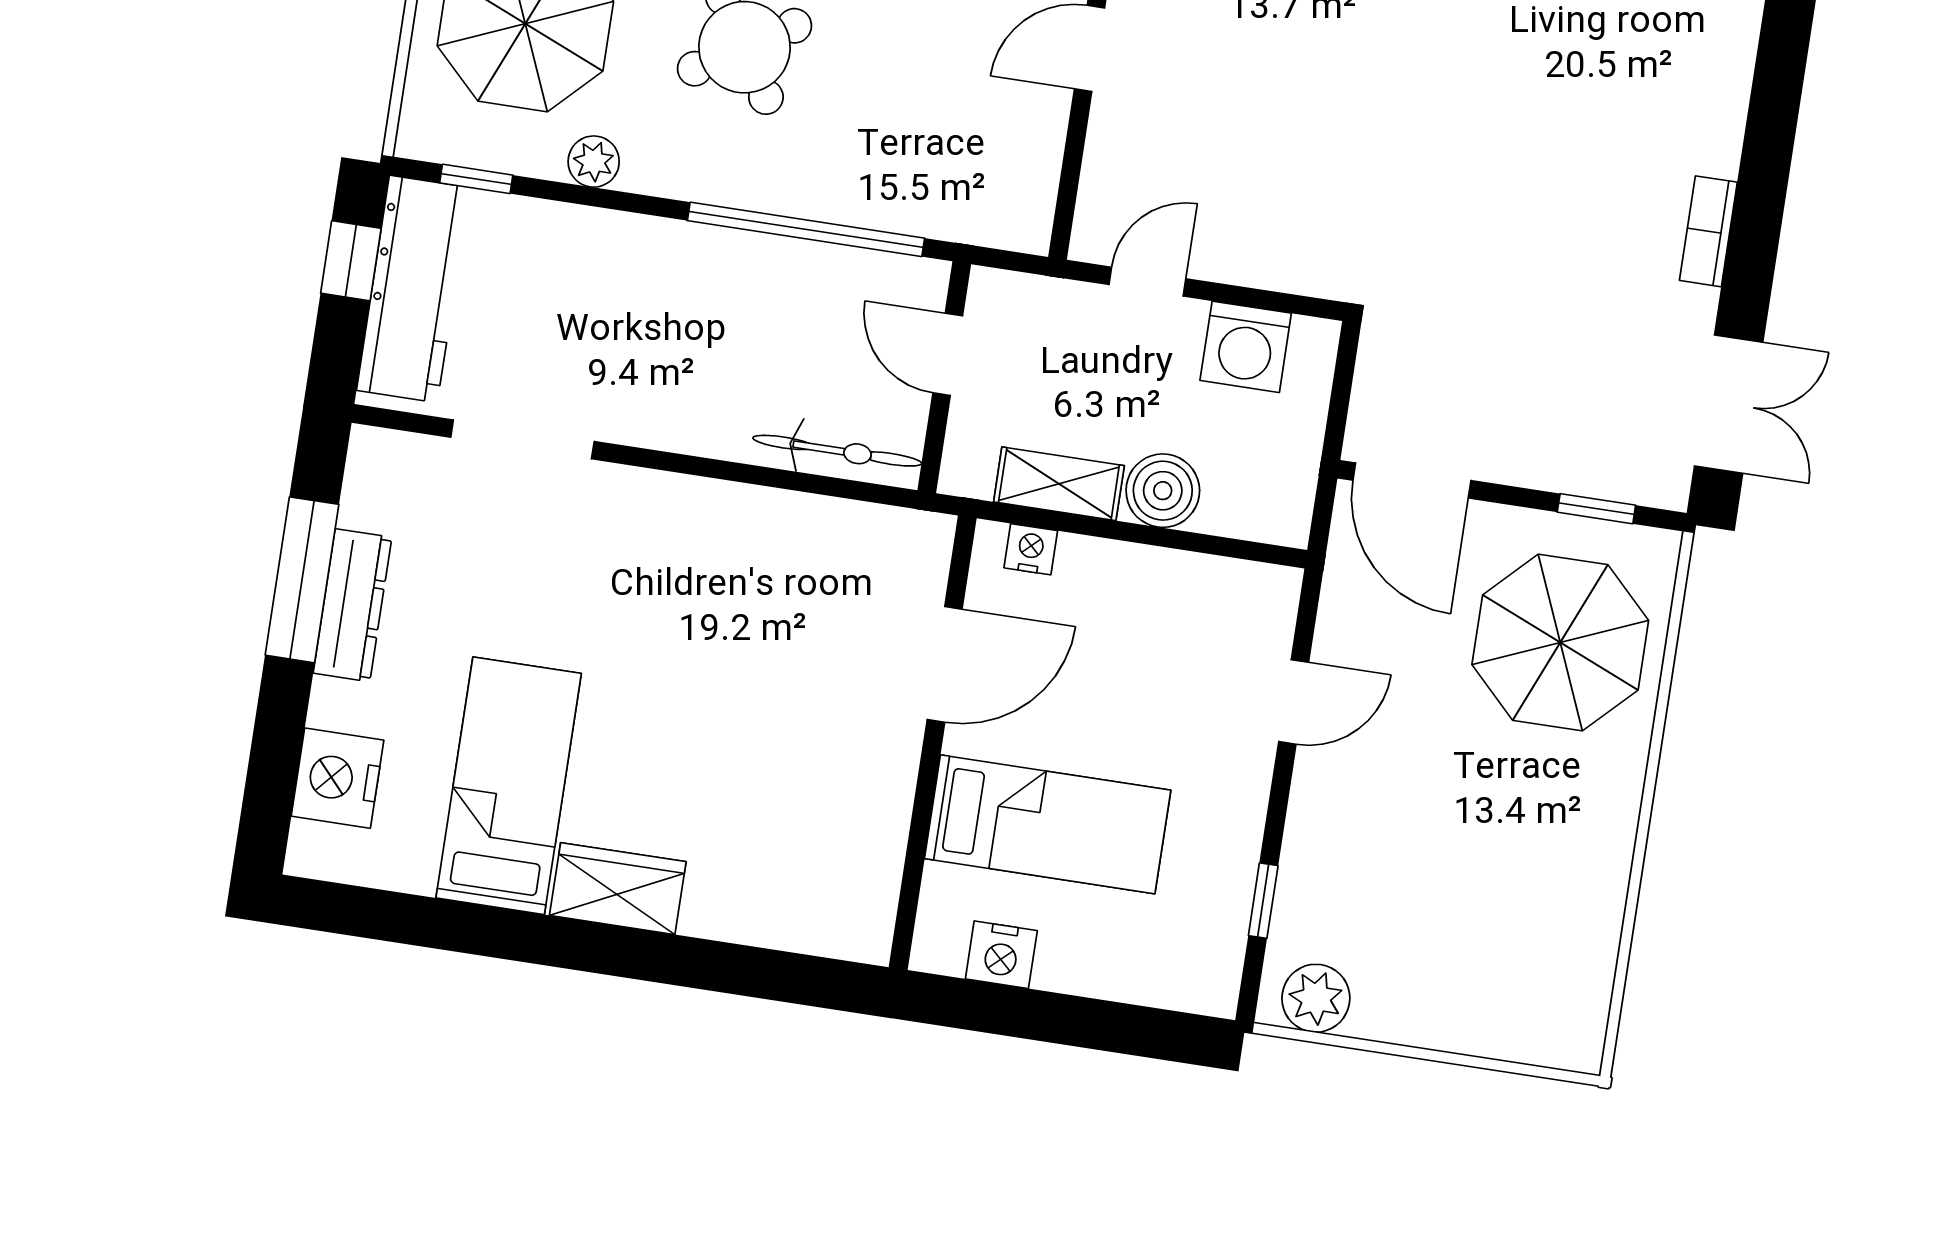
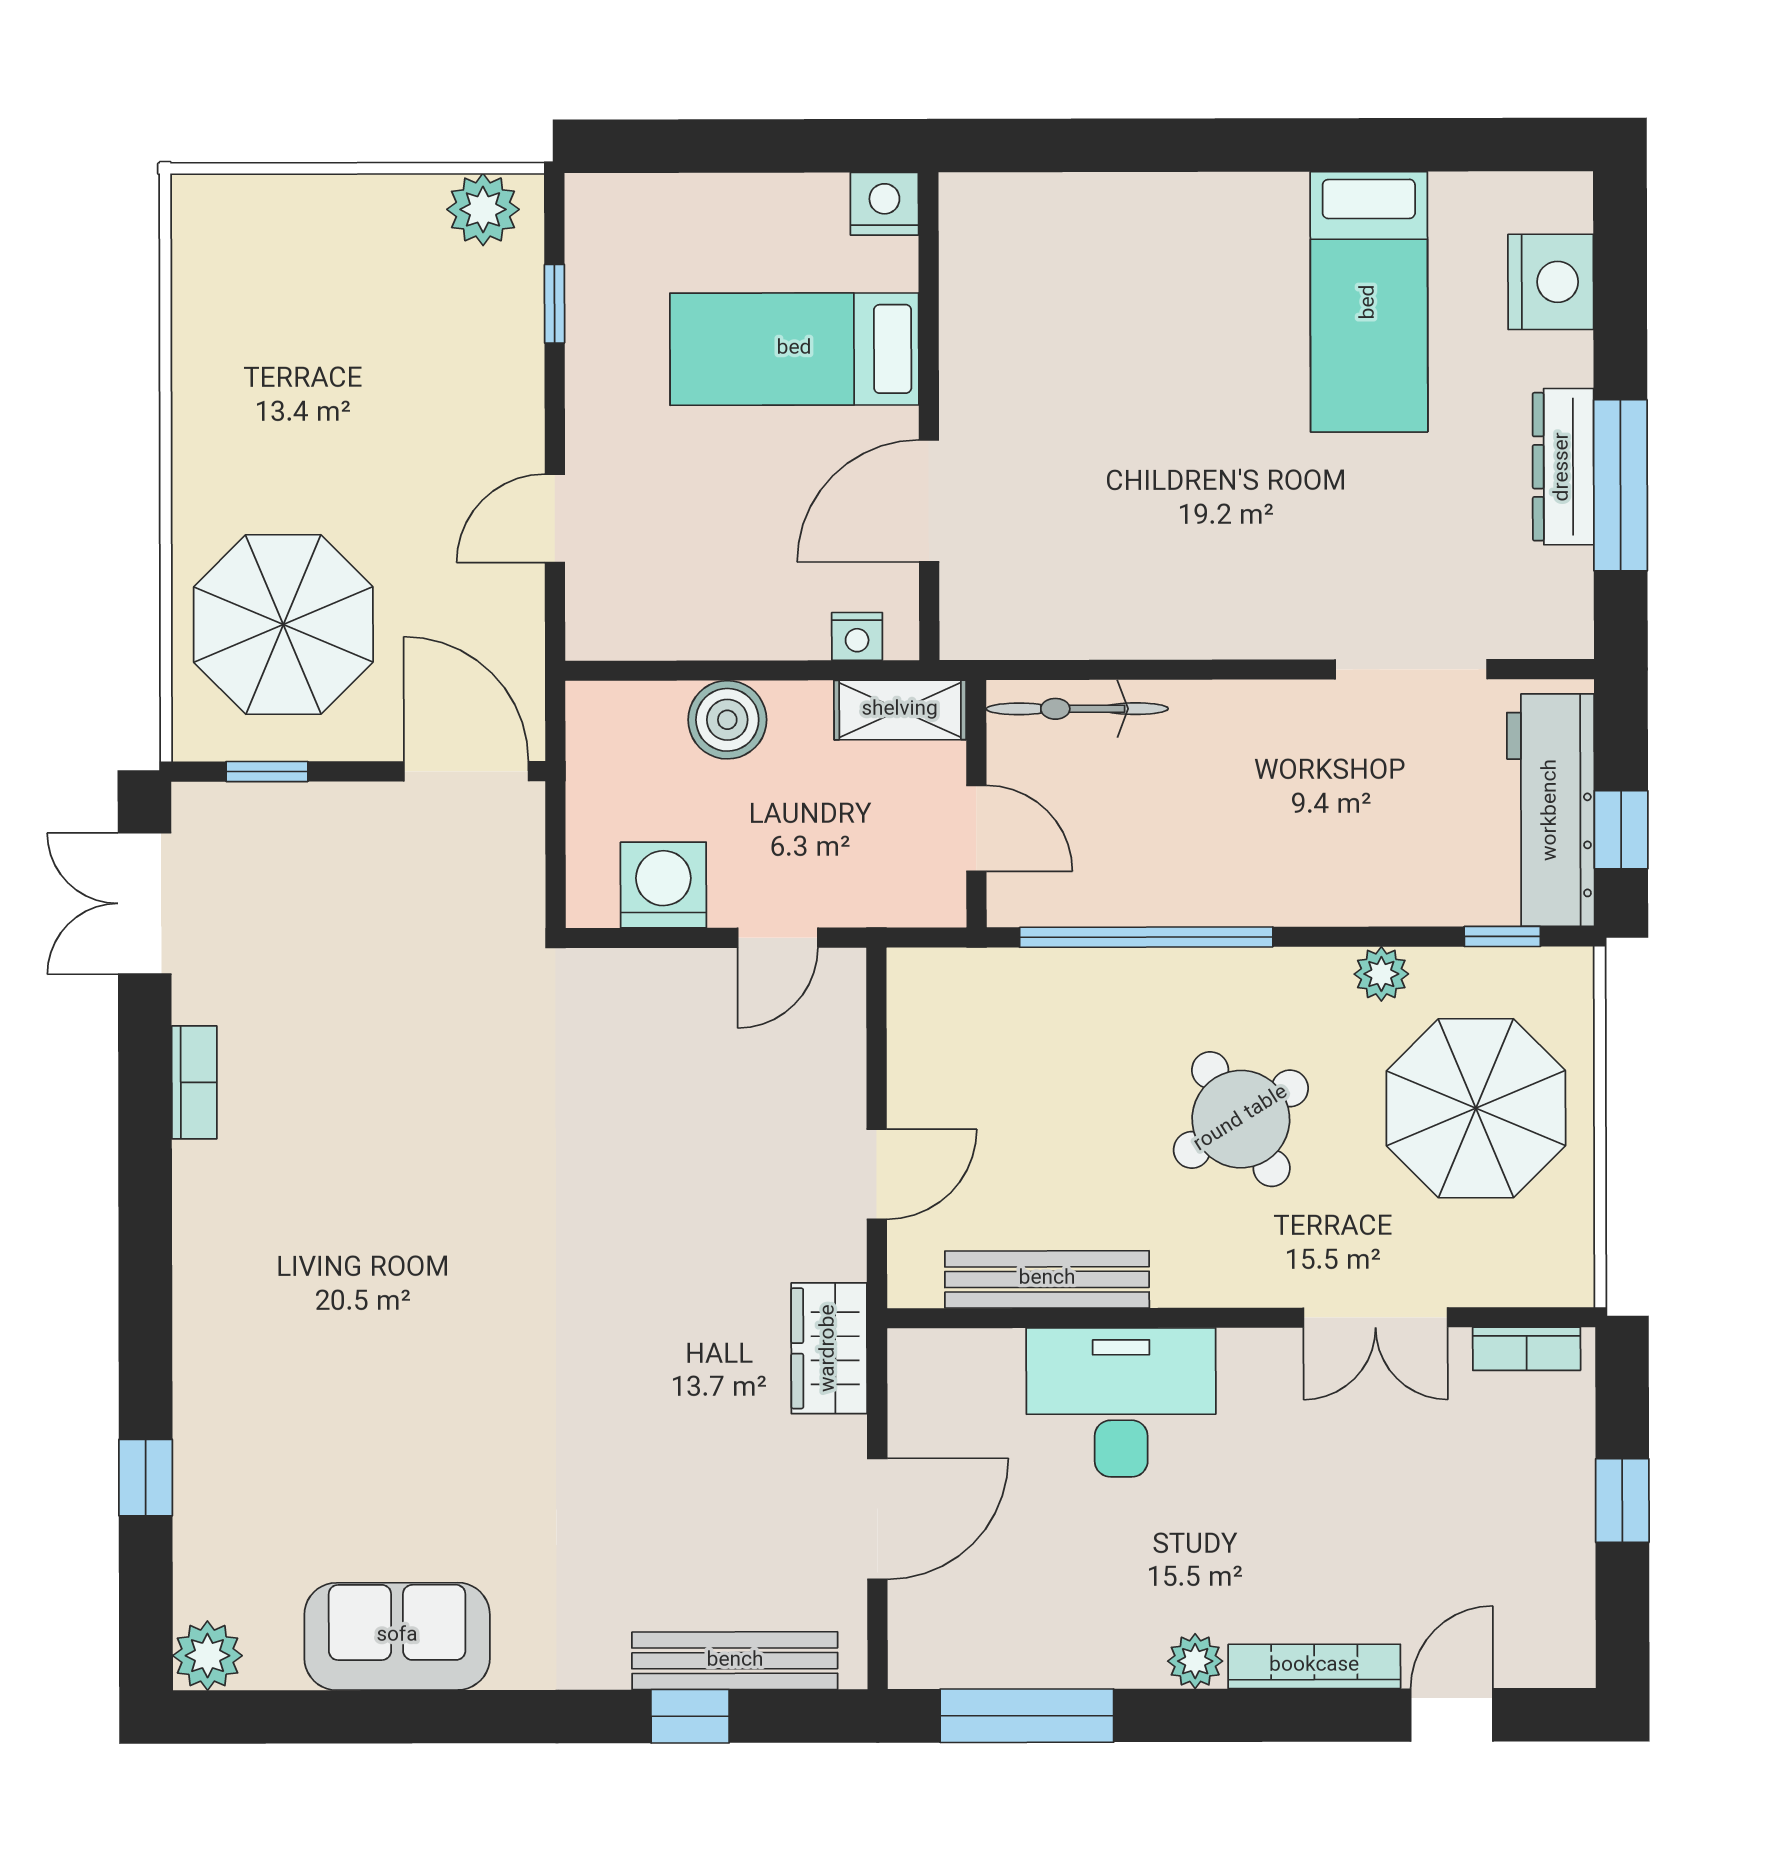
shelving: (1059, 484) -> (900, 710), moved
wardrobe: (618, 889) -> (1237, 211), removed
nightstand: (1001, 955) -> (884, 204), moved

